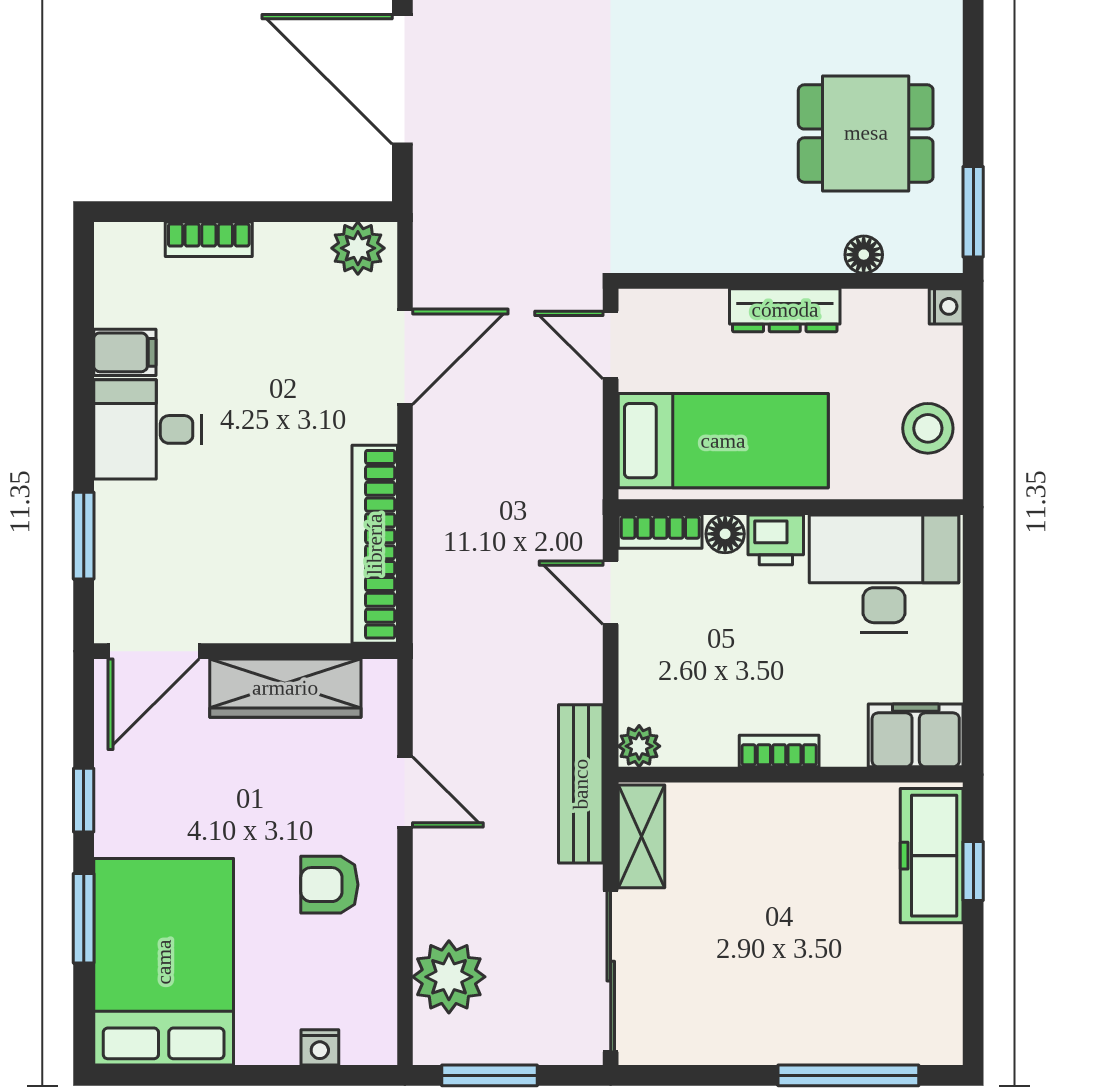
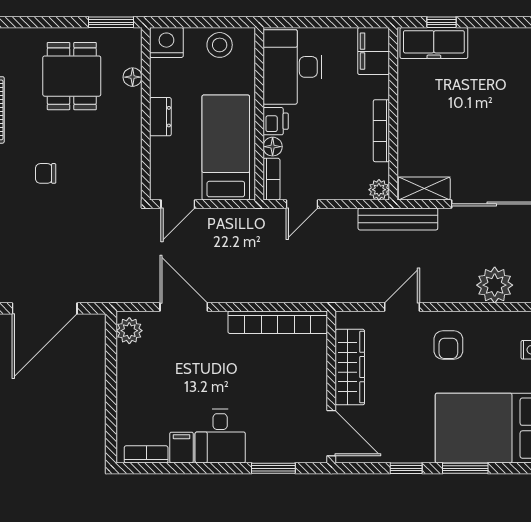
chair: (672, 81) -> (46, 173), added
bookcase: (209, 239) -> (146, 454), moved, turned -90
nightstand: (946, 306) -> (166, 42), width x1.89, depth x1.79
dresser: (785, 310) -> (160, 117), width x0.70
bookcase: (779, 751) -> (381, 131), width x1.56

